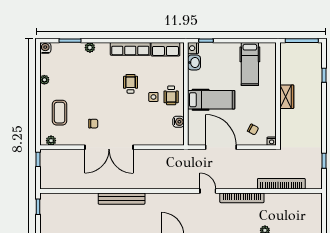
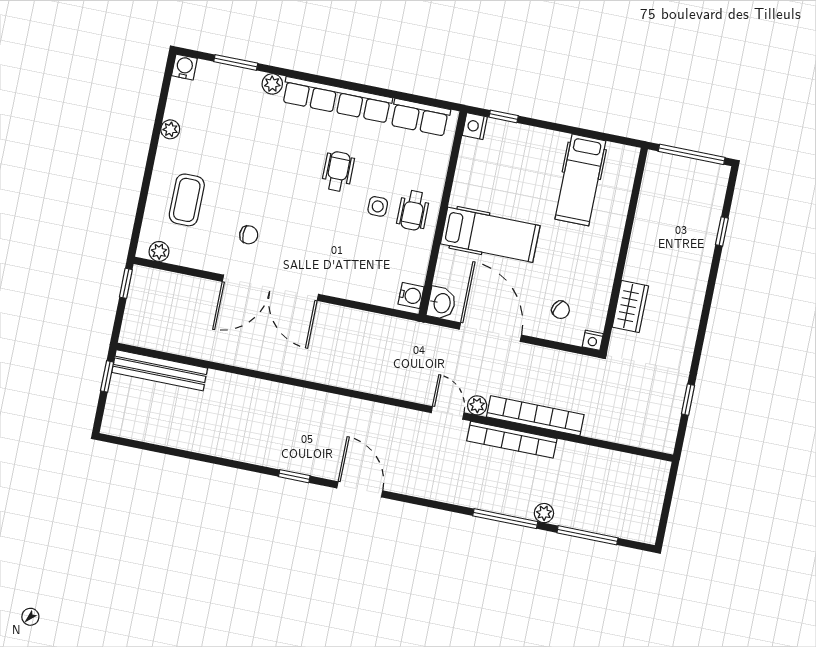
row of seats: (130, 49) -> (337, 100), width x1.36
washbasin: (194, 62) -> (441, 303), moved
wardrobe: (287, 97) -> (630, 306), moved
water cooler: (178, 122) -> (411, 296), moved
plant: (222, 184) -> (477, 405), added
bookcase: (281, 184) -> (535, 416), moved
bench: (122, 199) -> (160, 370), moved

